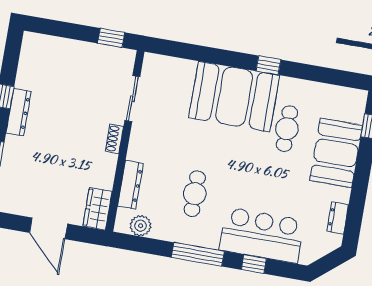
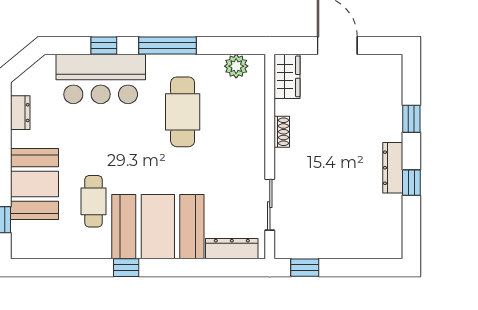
shoe rack: (114, 139) -> (282, 132), moved
dresser: (130, 185) -> (232, 249), moved, turned 90
cafe table: (195, 194) -> (183, 112), width x1.37, depth x1.35

